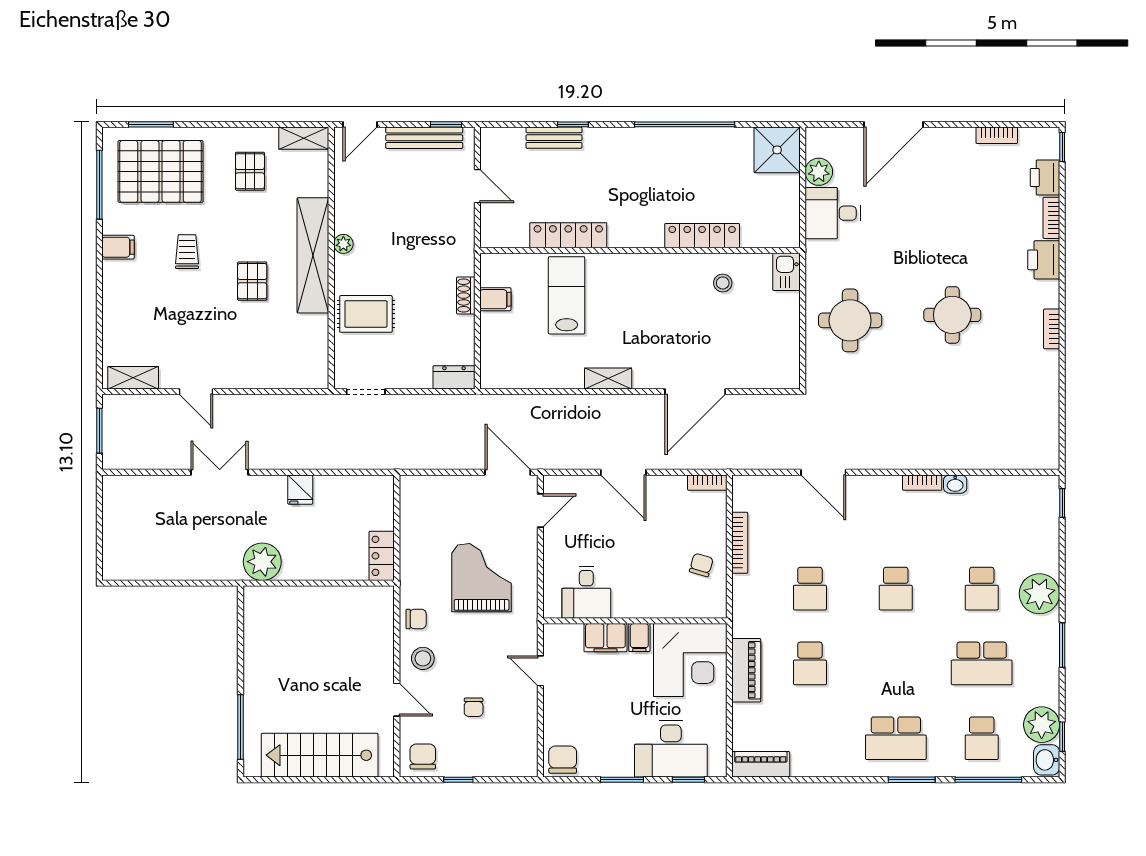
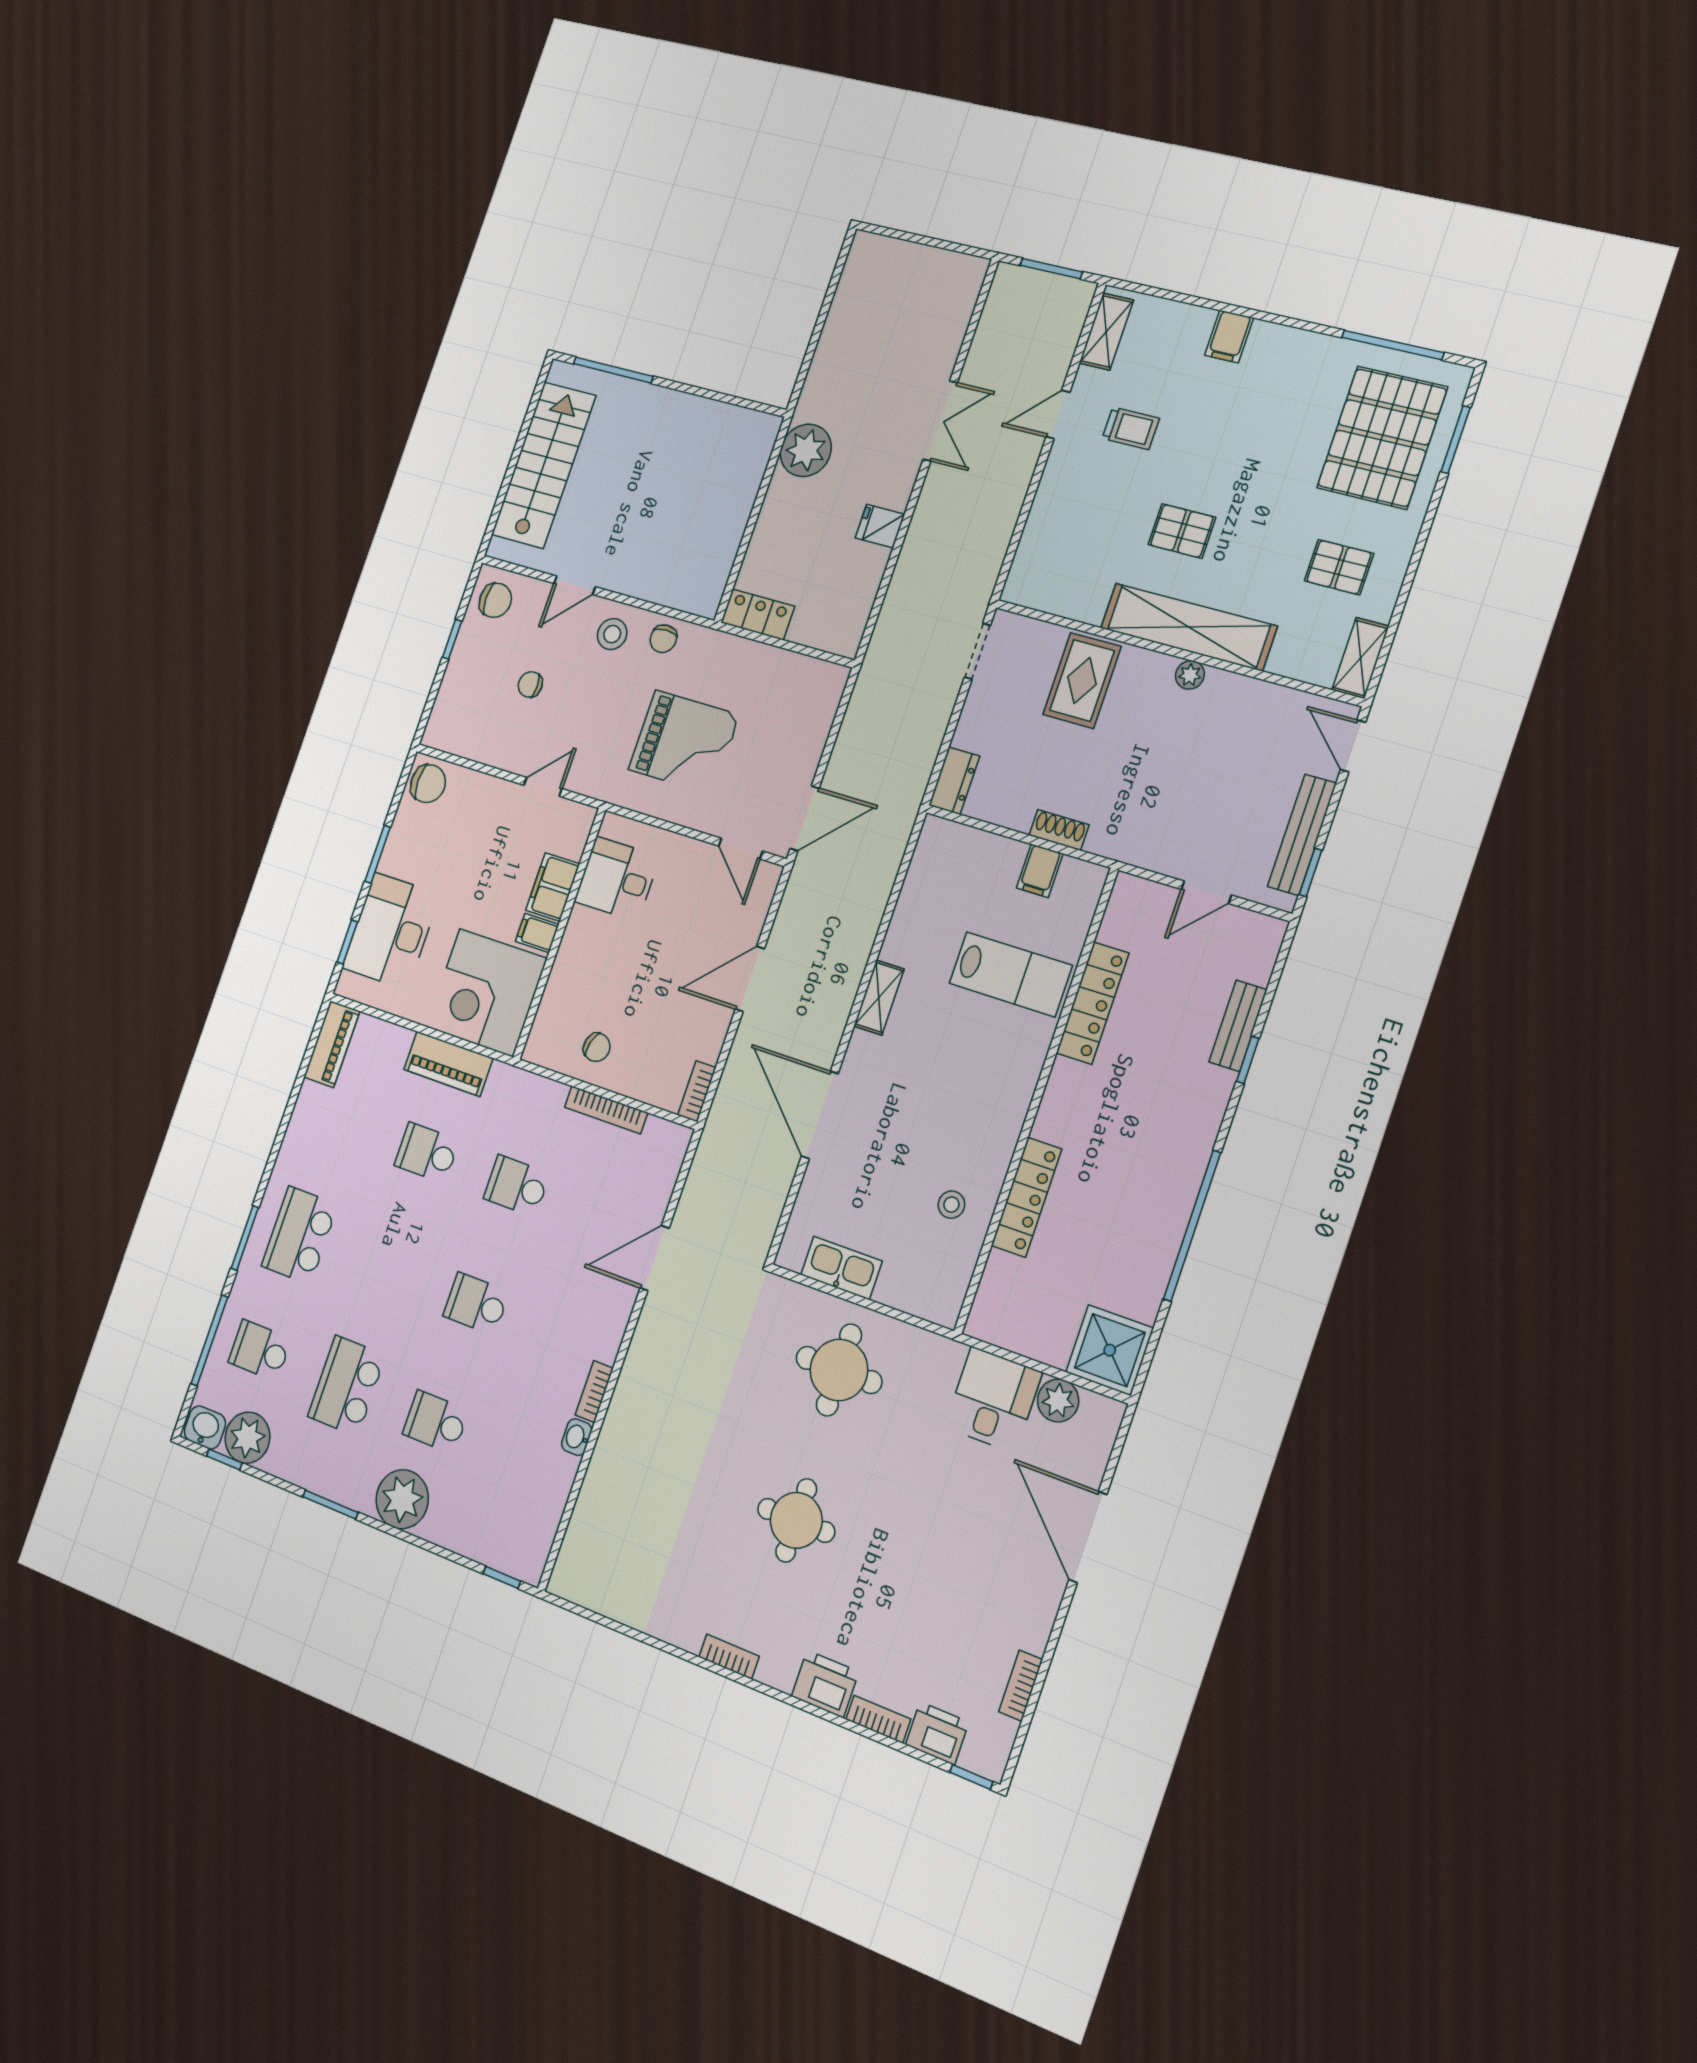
filing cabinet: (118, 247) -> (1229, 337), moved
trolley: (187, 252) -> (1131, 428), moved
kitchen sink: (786, 272) -> (841, 1268), moved, width x1.38

